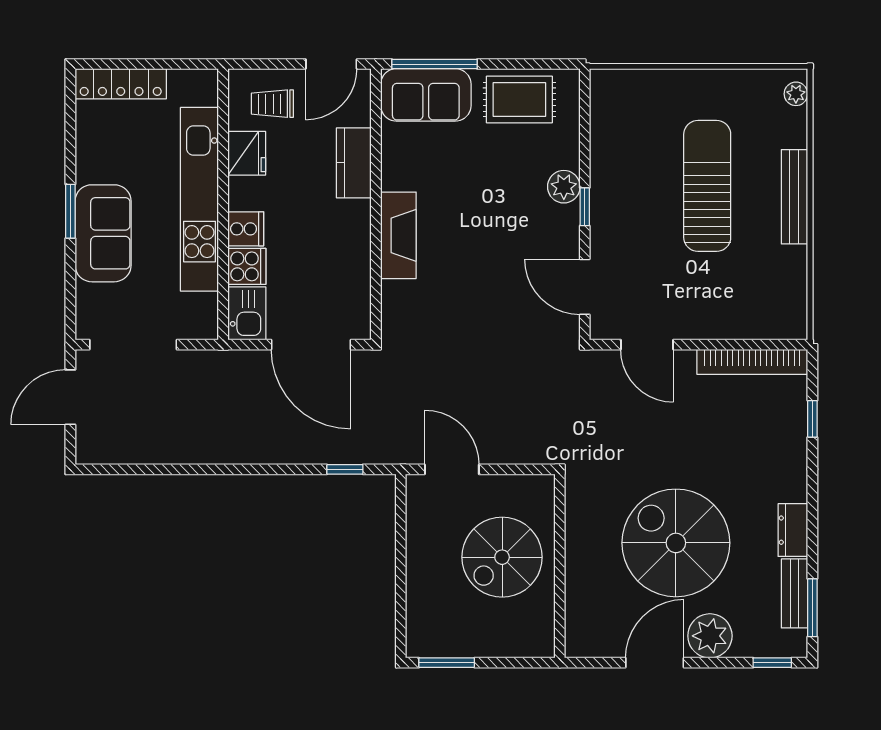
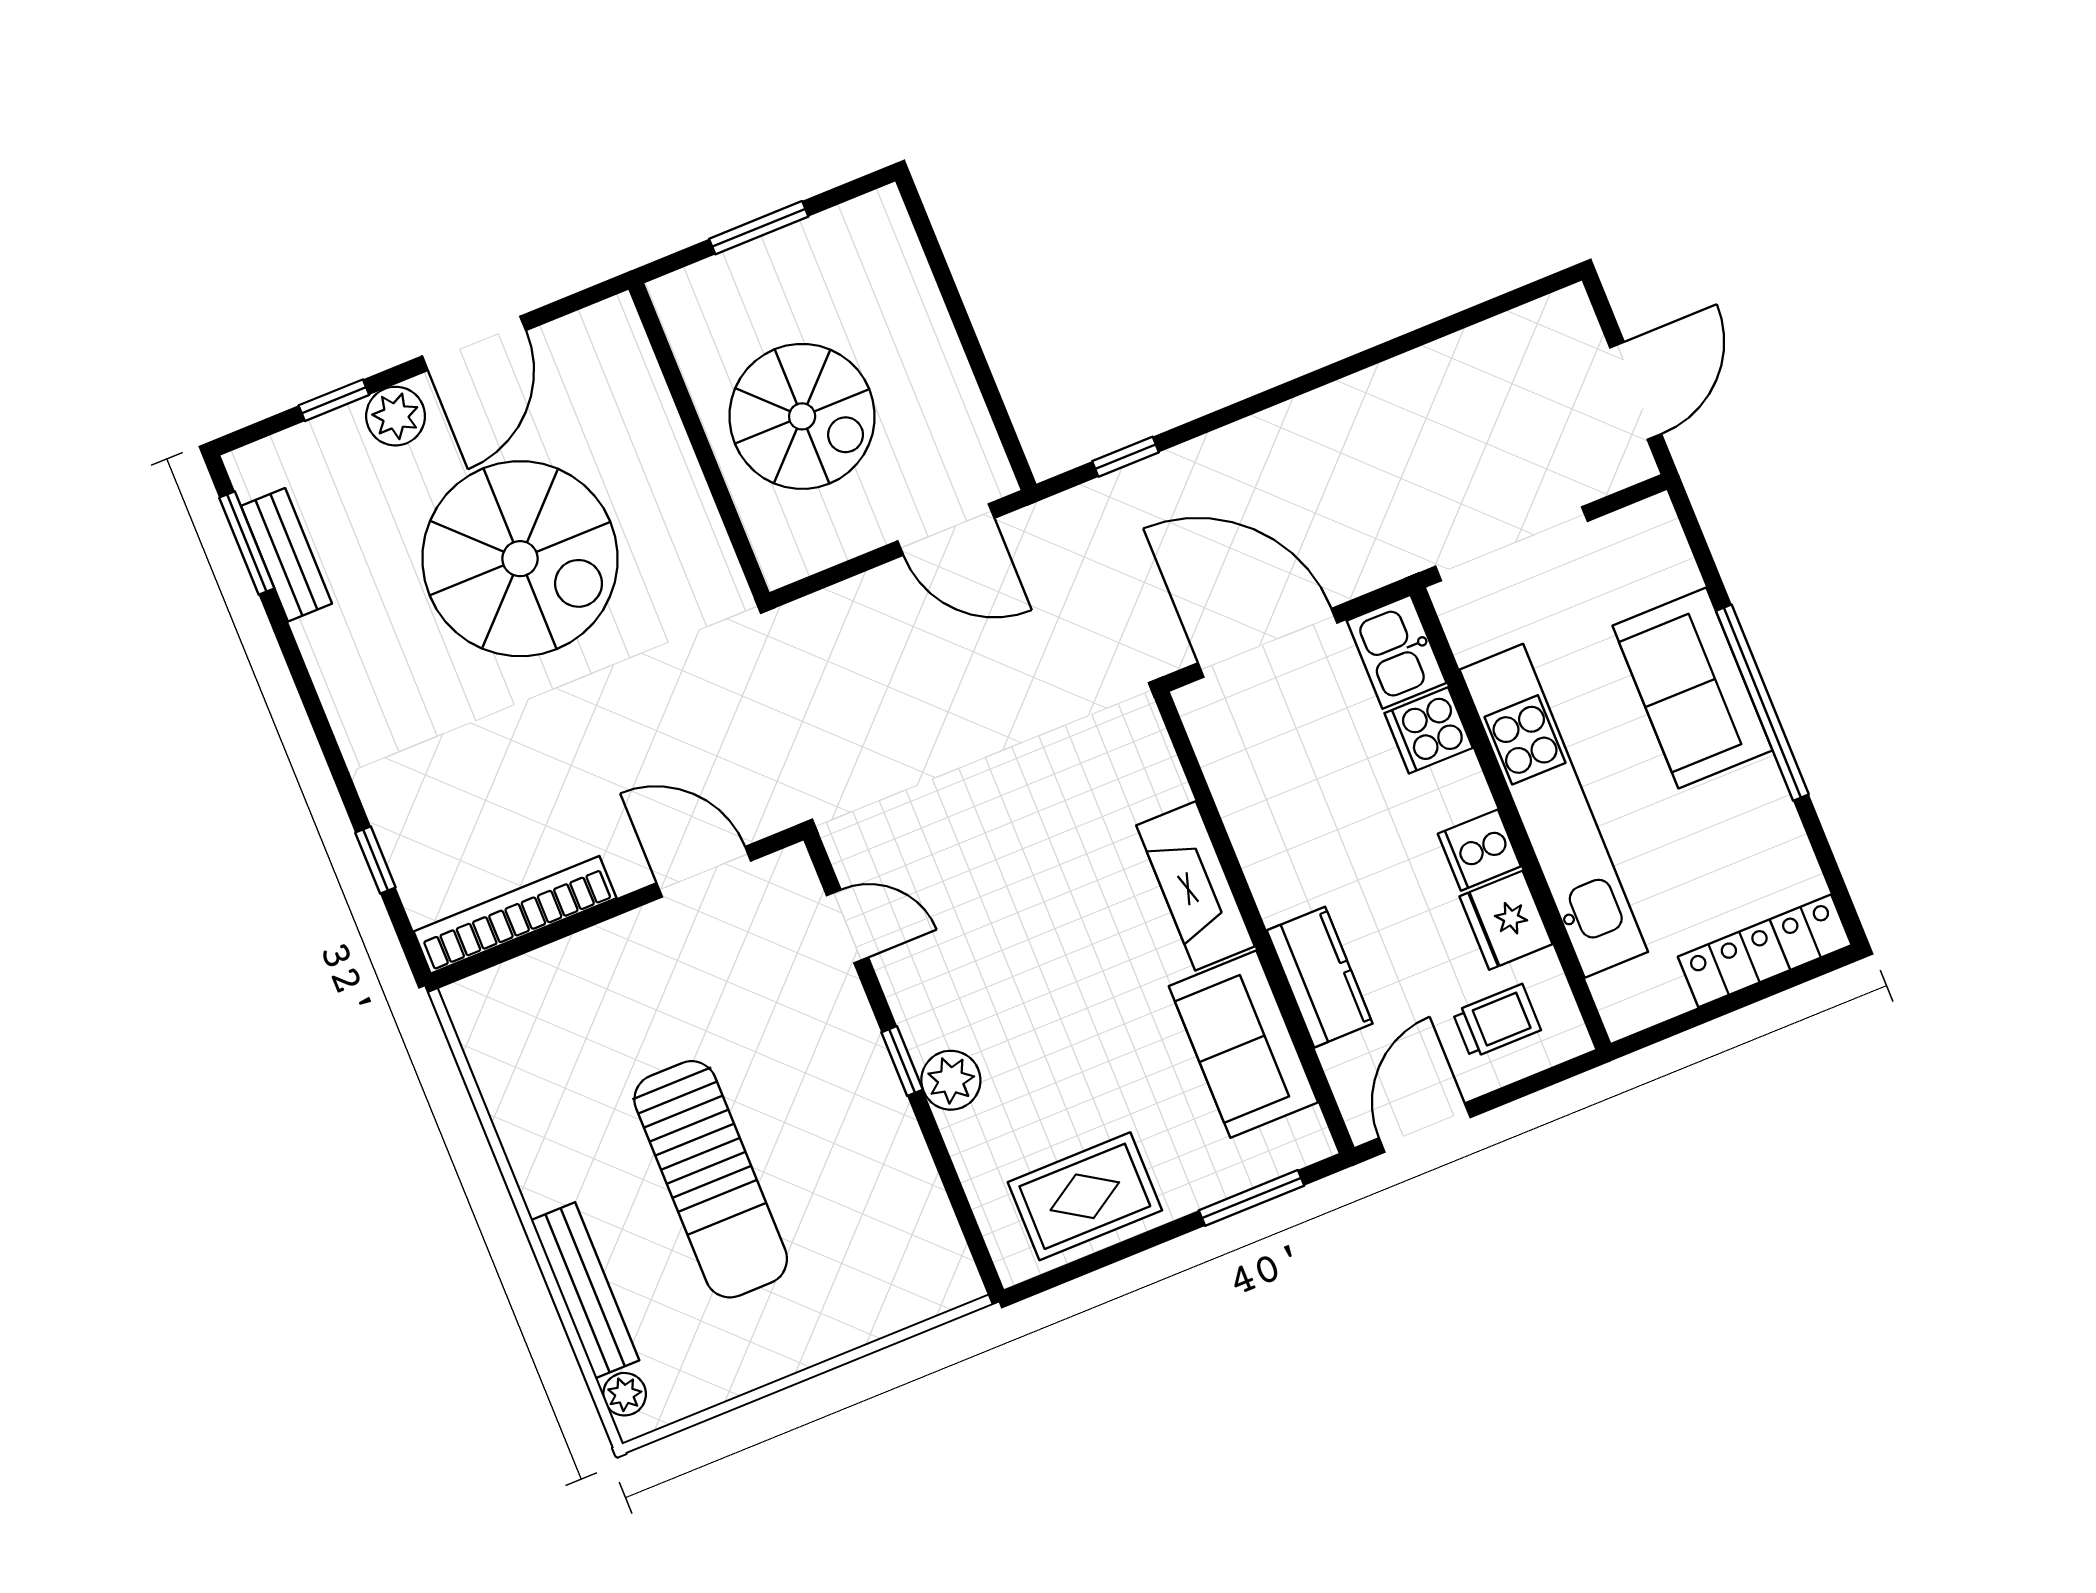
window: (434, 64) -> (1252, 1198), width x0.69
sofa: (426, 95) -> (1243, 1044), moved, turned -90
bench: (794, 197) -> (585, 1290), moved
window: (70, 211) -> (1762, 703), width x2.11
cooker: (246, 229) -> (1479, 850), moved
door: (585, 287) -> (847, 926), width x0.73
doorway: (133, 345) -> (1512, 544), moved
dresser: (793, 530) -> (332, 660), removed
spiral stairs: (502, 557) -> (802, 416), turned 90
plant: (710, 636) -> (396, 416), width x0.73, depth x0.73
window: (447, 663) -> (759, 228), moved
window: (772, 663) -> (334, 400), moved

